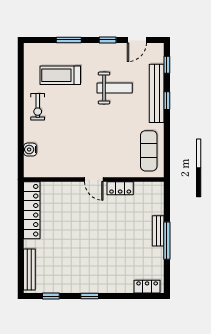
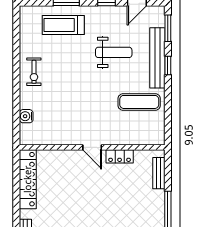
window: (167, 65) -> (168, 28), width x1.50
treadmill: (60, 75) -> (63, 25), moved
exercise mat: (149, 151) -> (139, 102), moved, turned 90
bench: (158, 231) -> (159, 173), moved

